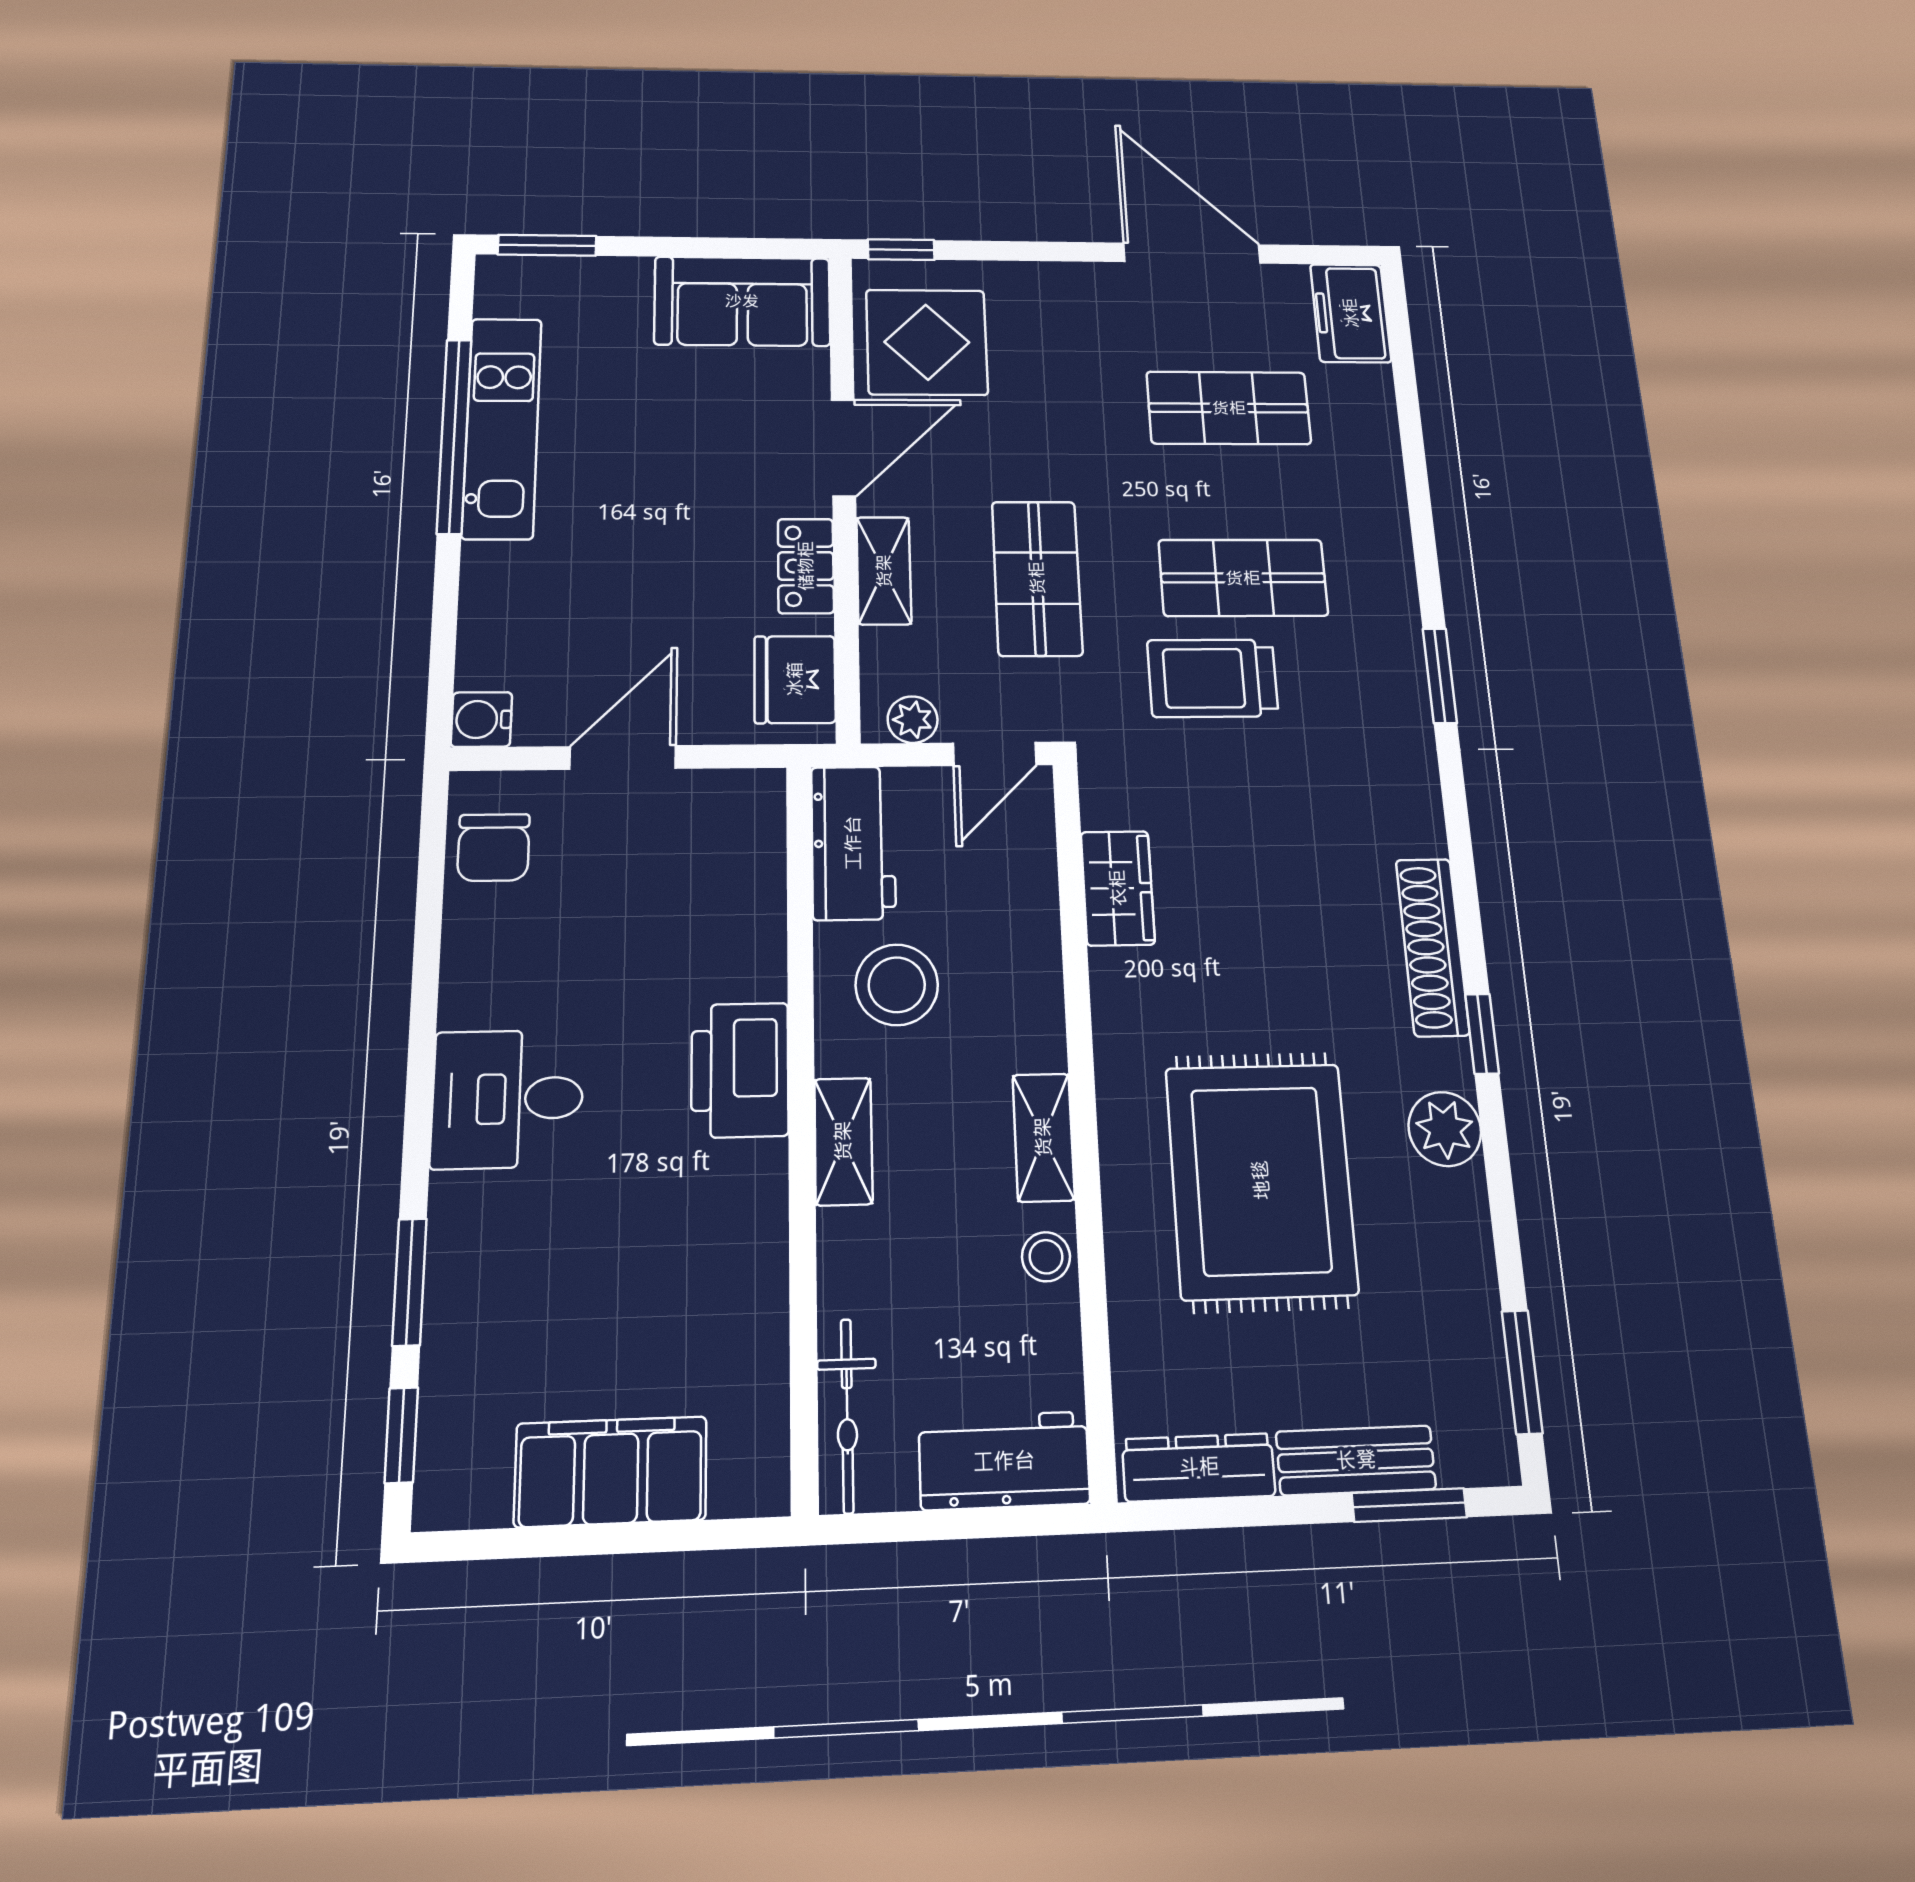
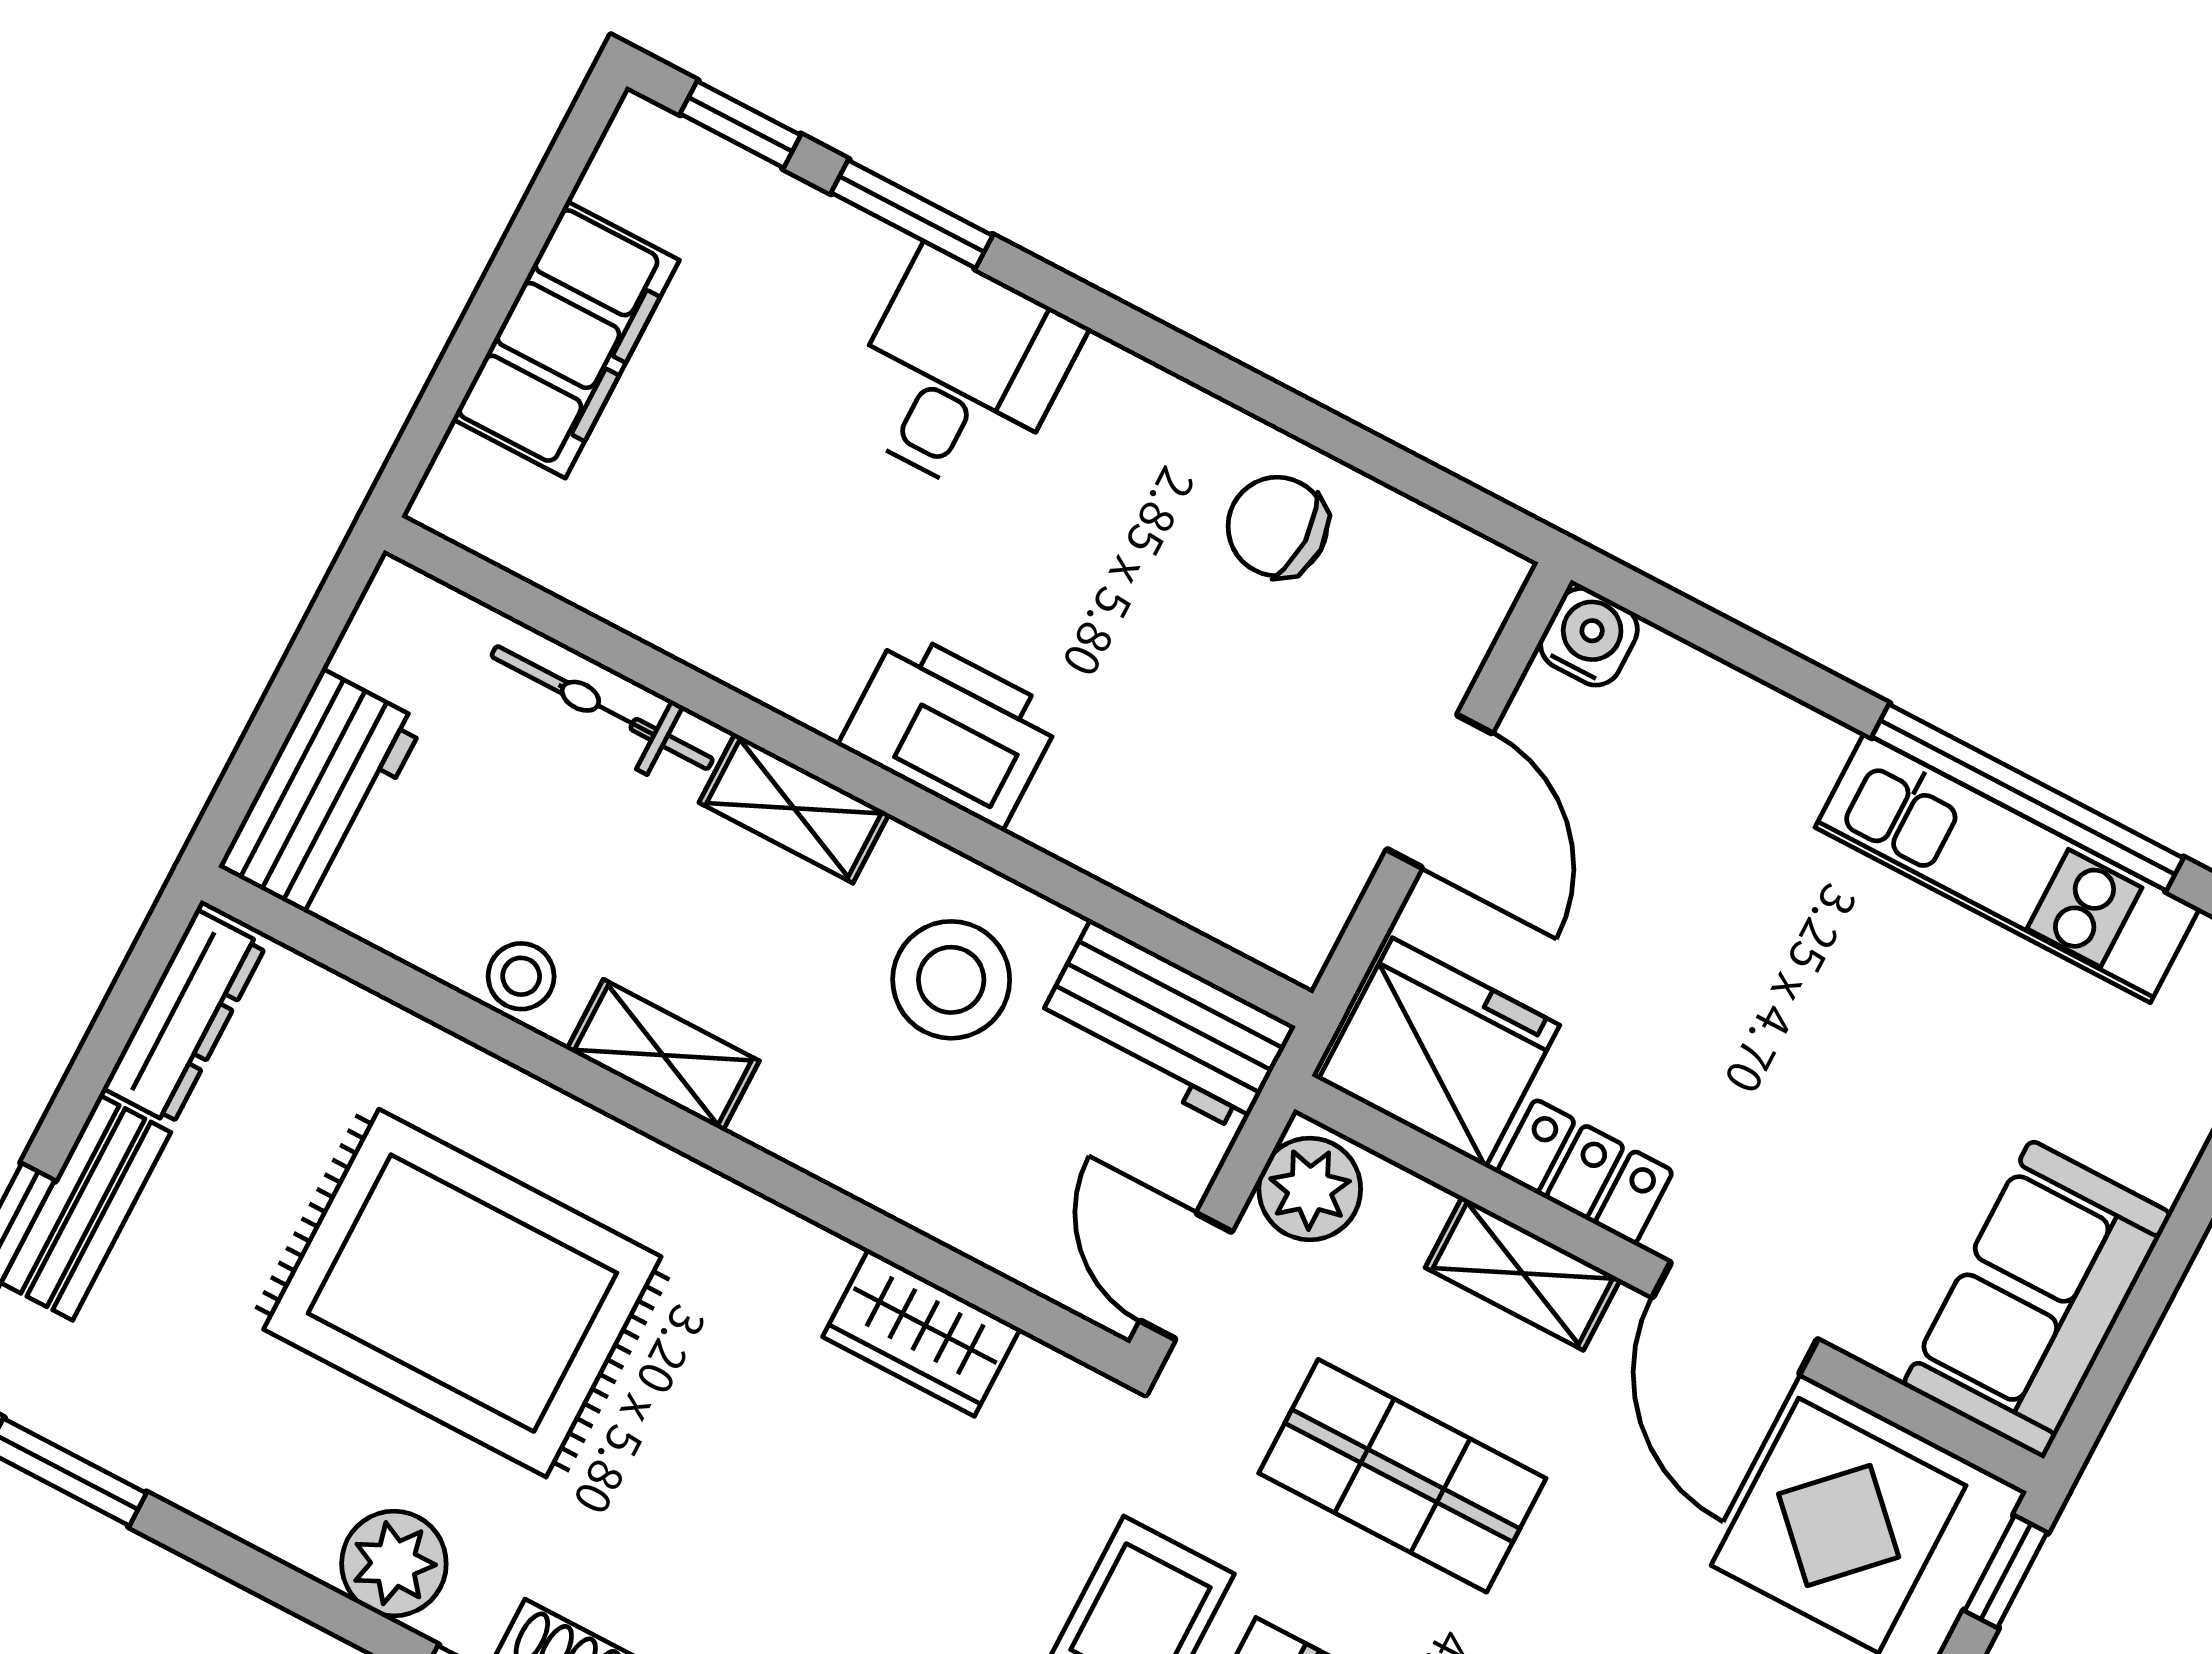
fridge: (795, 679) -> (1439, 1052), width x1.36, depth x1.34
plant: (913, 720) -> (1310, 1189), width x1.38, depth x1.38
chair: (494, 847) -> (1277, 527), moved
desk: (508, 1099) -> (960, 374), moved
bicycle: (847, 1415) -> (602, 708), moved

